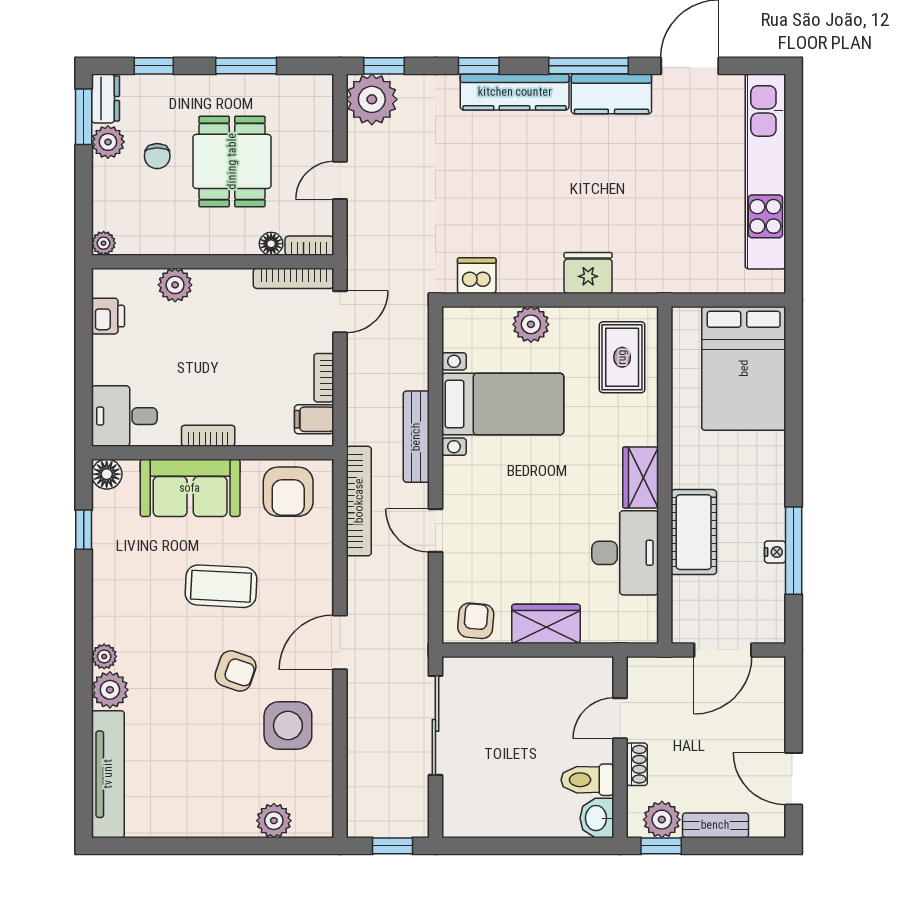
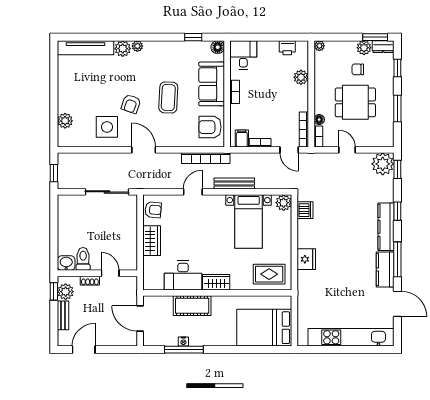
plant: (531, 324) -> (284, 203), moved

